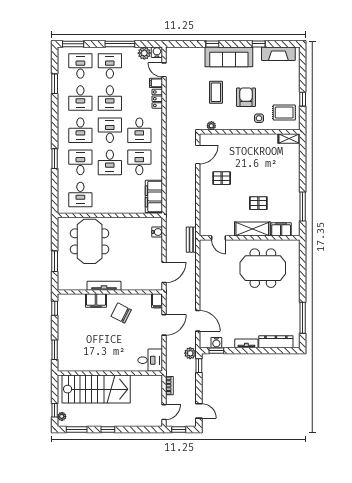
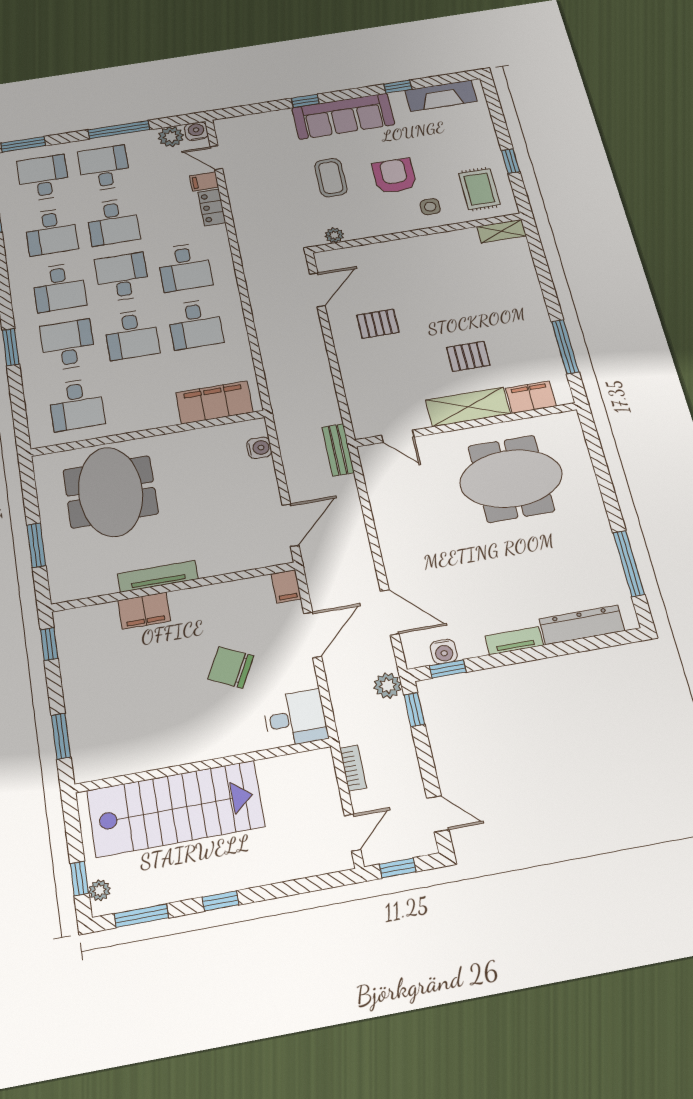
rug: (284, 113) -> (479, 189), turned 90
desk: (139, 162) -> (195, 324), turned 180
filing cabinet: (154, 196) -> (214, 402), moved, turned 90
chair: (121, 313) -> (231, 667), moved

